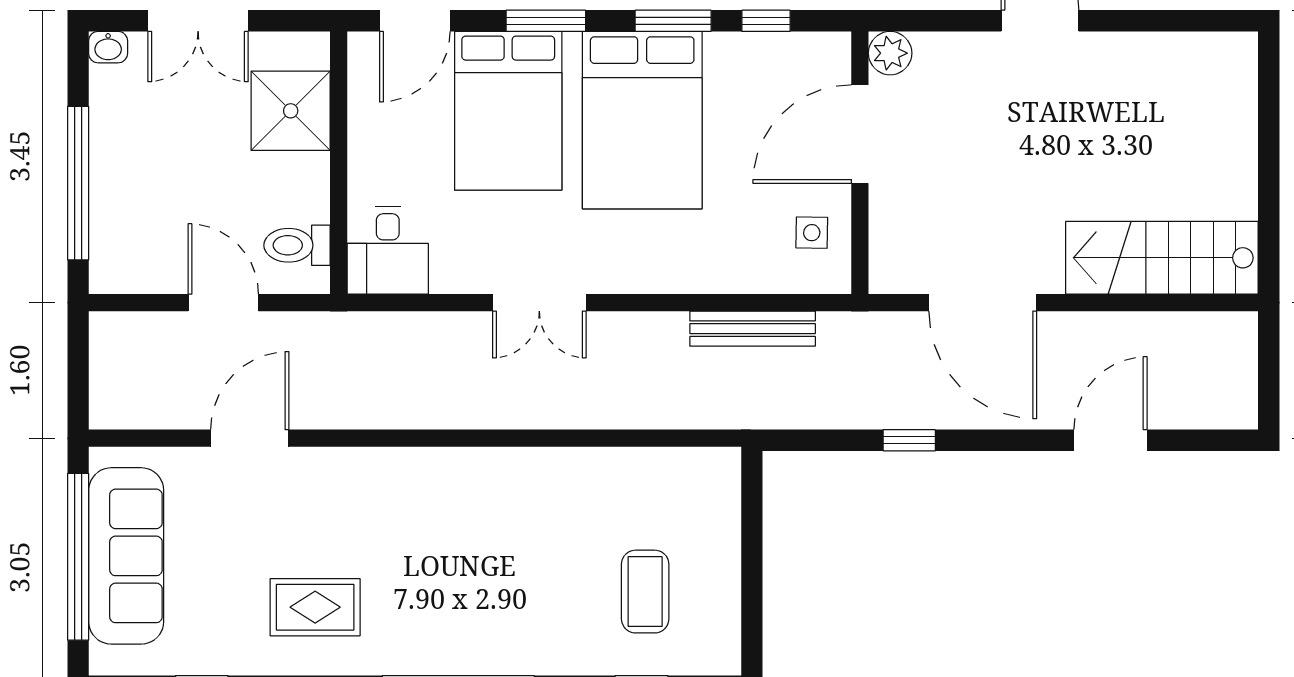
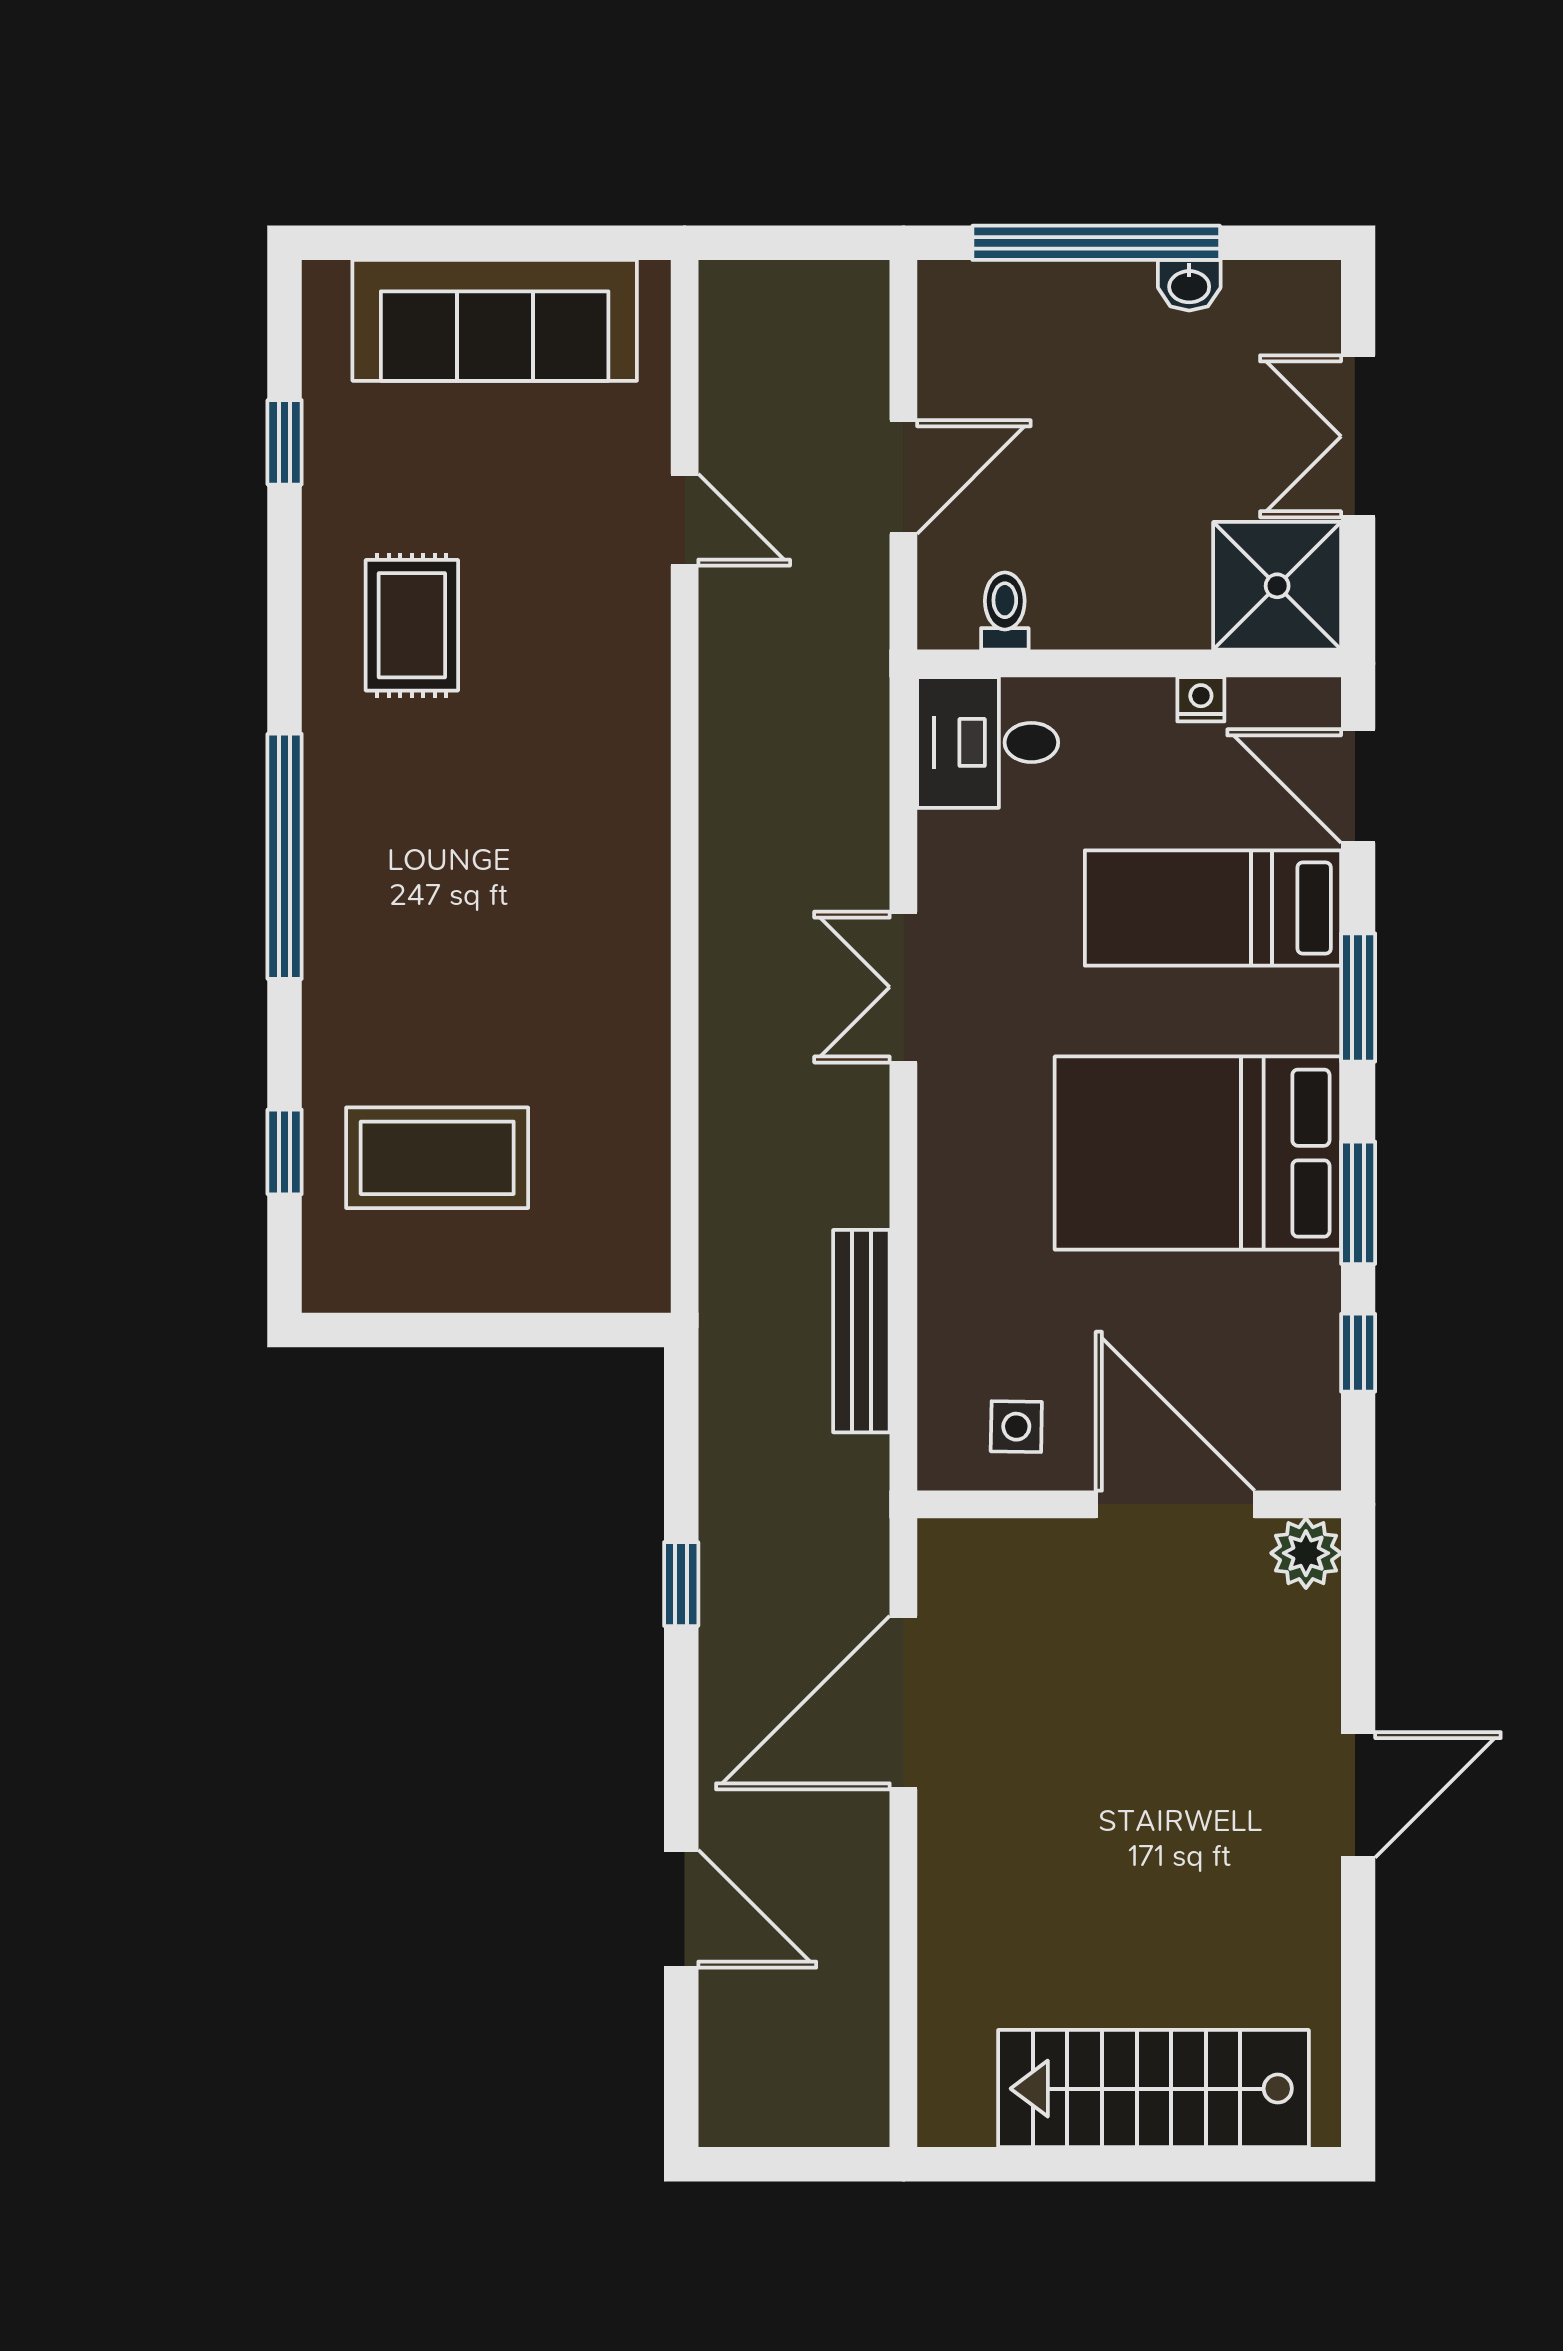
washbasin: (108, 47) -> (1189, 285), moved, turned -90
shower: (291, 111) -> (1277, 586), moved
bed: (508, 111) -> (1213, 908), width x0.67
nightstand: (361, 118) -> (1201, 699), added
toilet: (297, 245) -> (1005, 611), width x0.73, depth x0.72
stairs: (1162, 258) -> (1153, 2089), moved, turned -90
door: (250, 438) -> (685, 520), width x0.73
window: (78, 557) -> (493, 243), removed
coffee table: (645, 592) -> (437, 1158), width x1.36, depth x1.32

